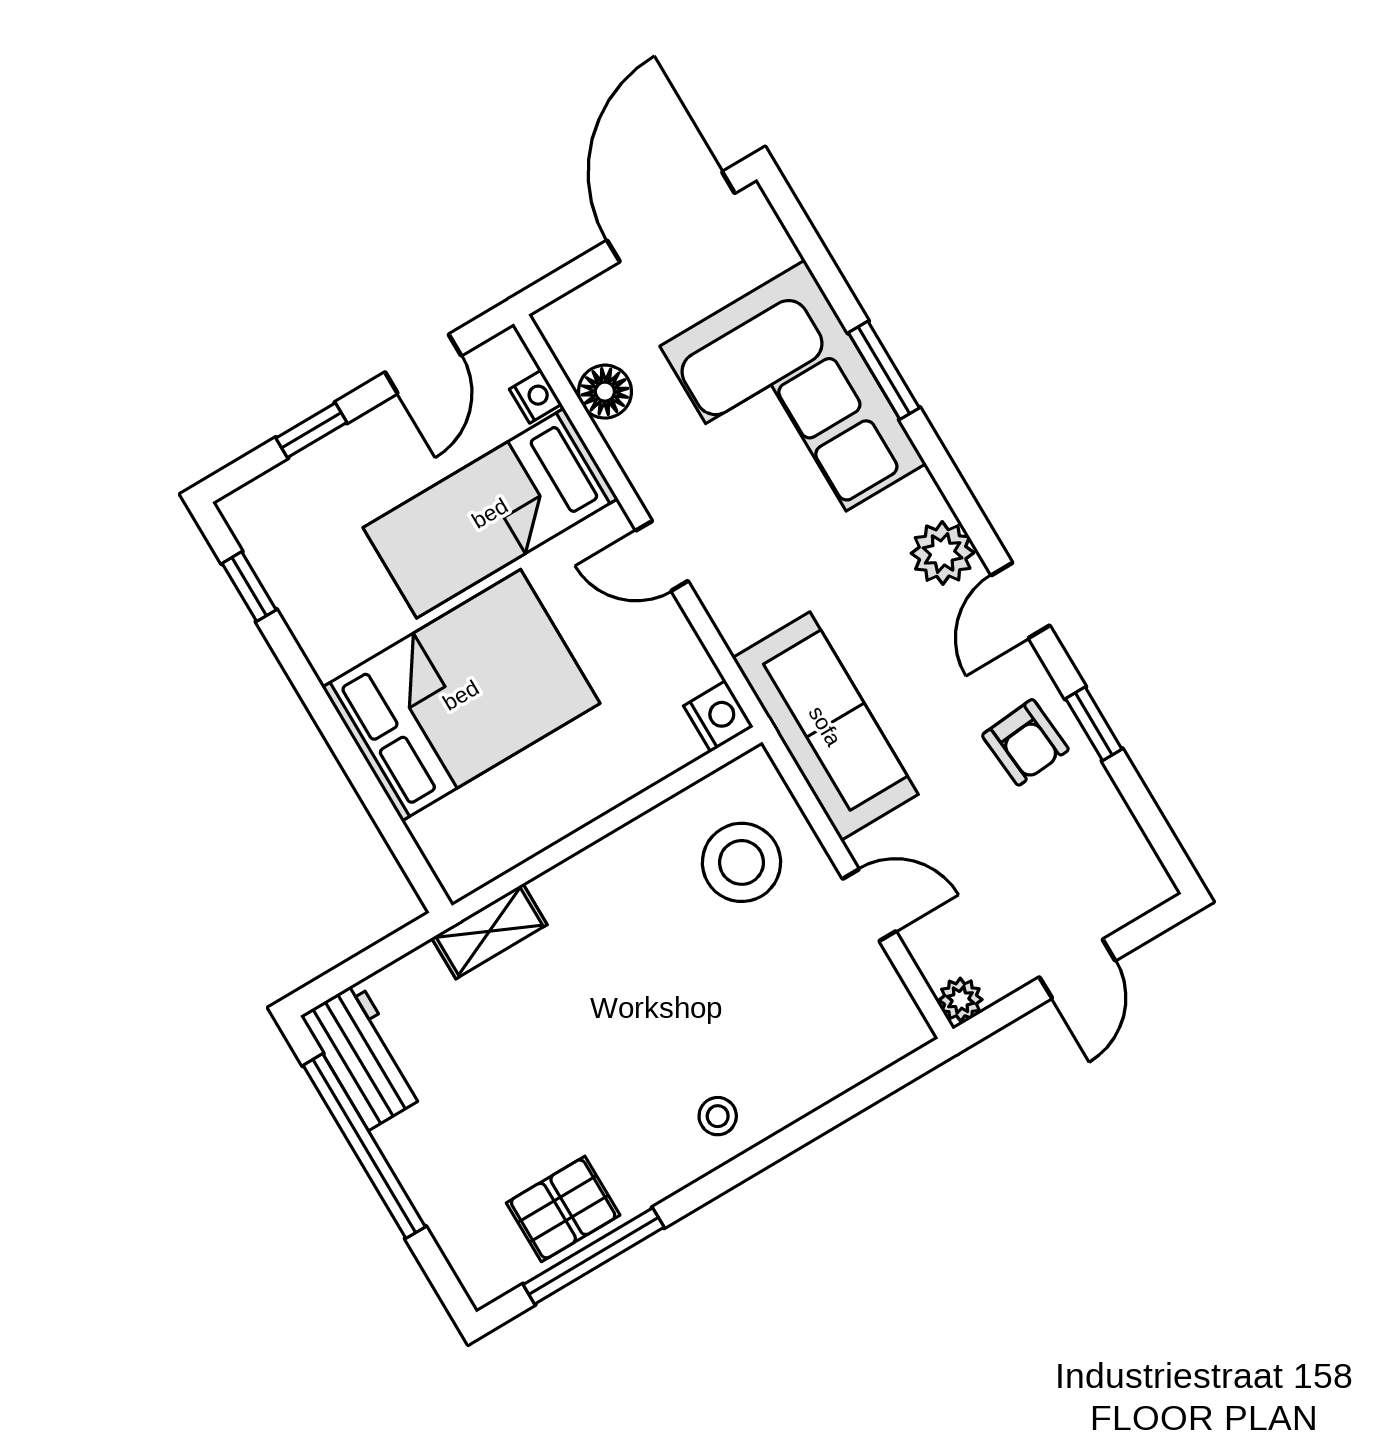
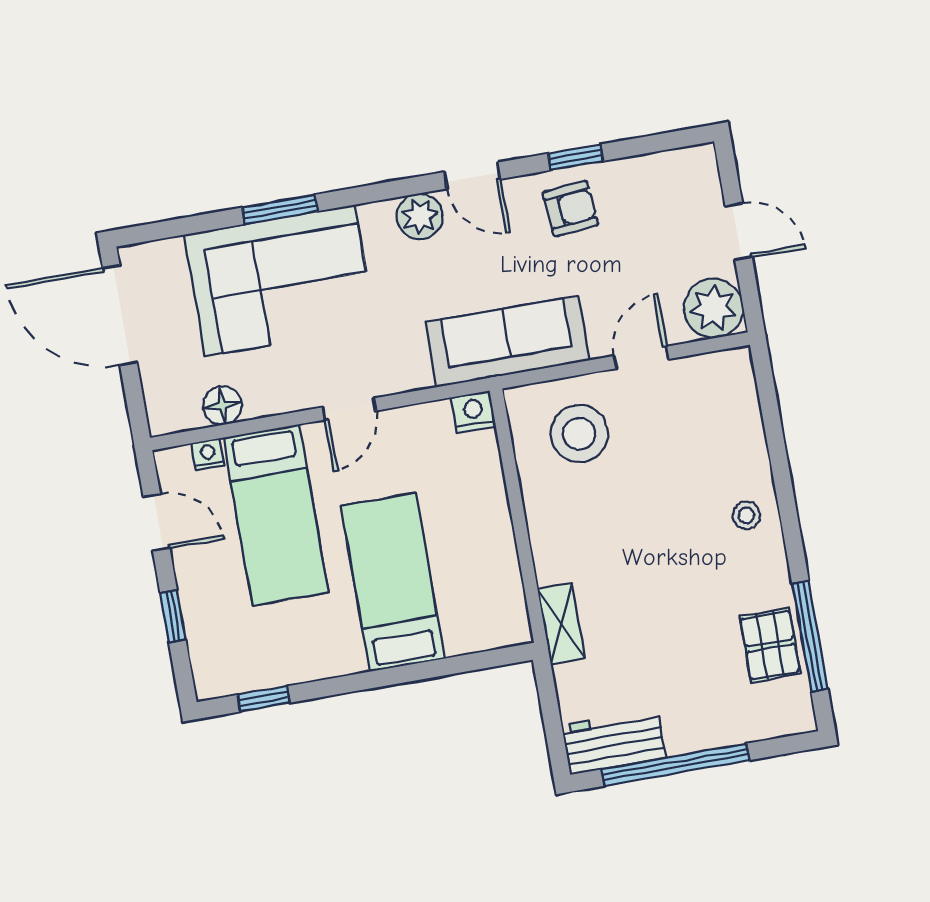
bed: (461, 695) -> (393, 582), width x0.67
plant: (961, 1000) -> (714, 308), width x1.87, depth x1.87

